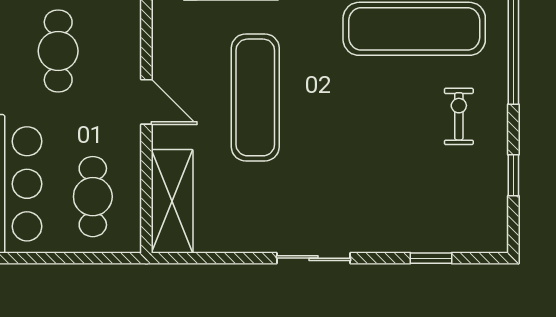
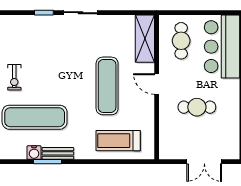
cafe table: (58, 51) -> (197, 107), turned 90
window: (431, 258) -> (44, 13), moved

